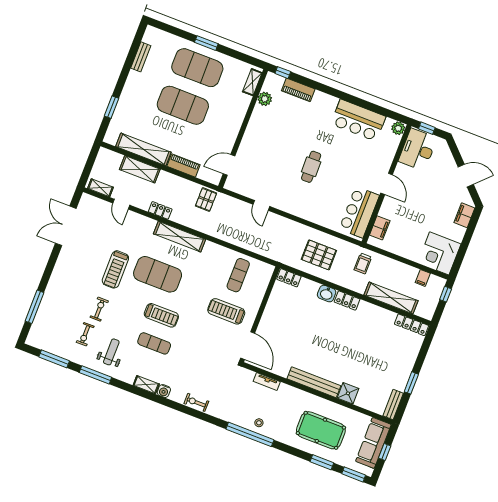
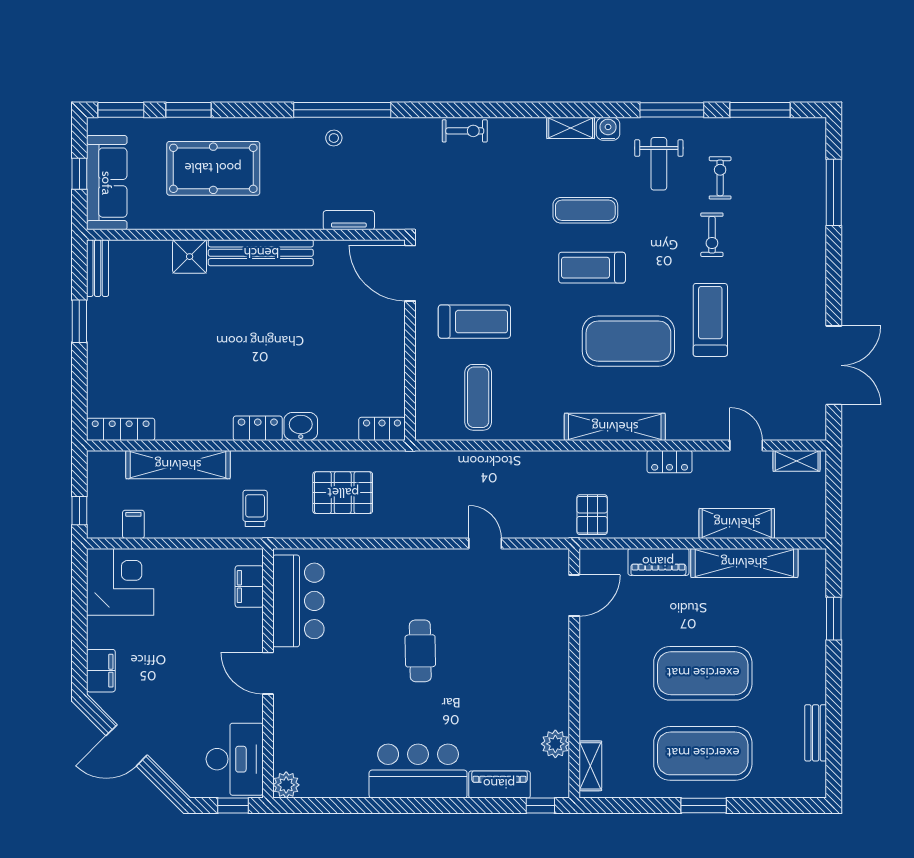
bar counter: (358, 120) -> (418, 771), moved
water cooler: (164, 391) -> (608, 129), moved

